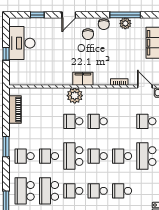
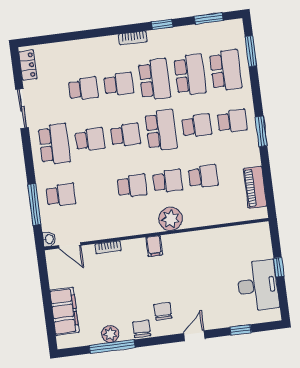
filing cabinet: (83, 79) -> (154, 246), width x0.50
school desk: (49, 121) -> (203, 177), added
school desk: (73, 191) -> (154, 79), width x1.85

